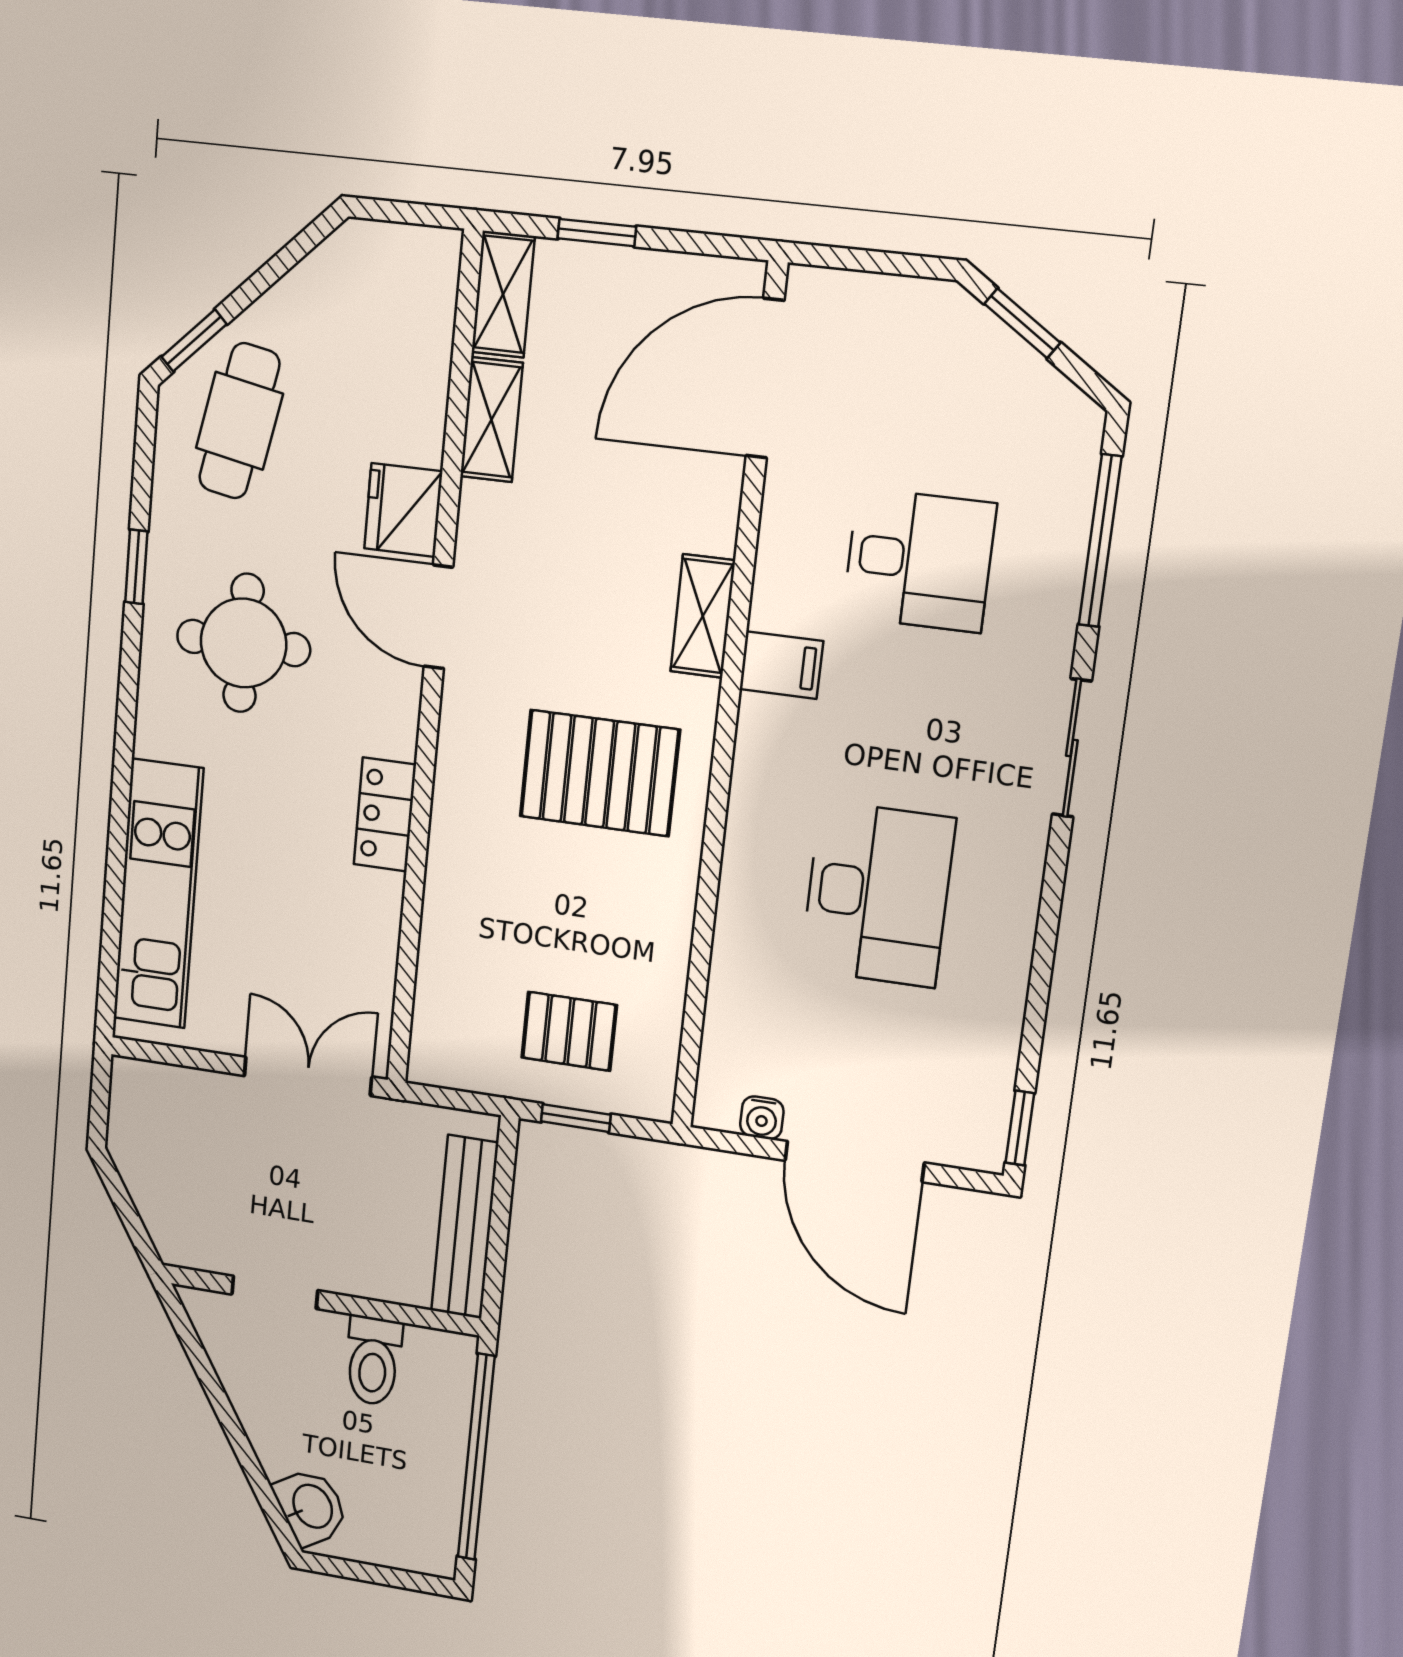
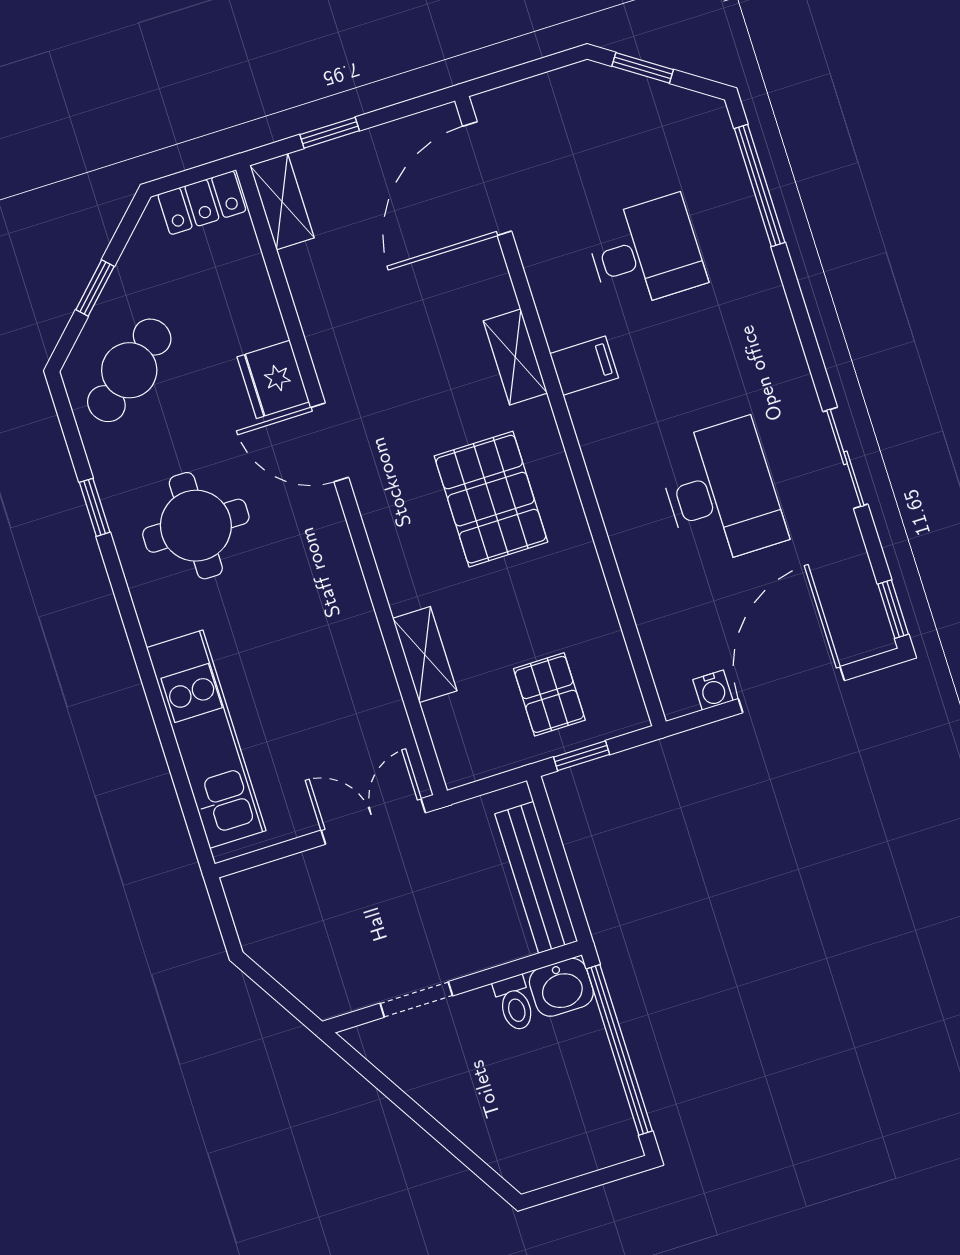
window: (194, 340) -> (95, 288), moved
shelving: (491, 420) -> (425, 655), moved
cafe table: (239, 421) -> (129, 370), turned 41
sliding door: (1072, 748) -> (845, 458), moved
pallet: (600, 773) -> (491, 499), turned 90
locker: (385, 815) -> (202, 203), moved, turned -90
pallet: (569, 1031) -> (549, 694), turned 90
door: (854, 1162) -> (791, 690), swing flipped
toilet: (373, 1361) -> (515, 1003), width x0.73, depth x0.72
washbasin: (311, 1507) -> (561, 987), moved, turned 121

